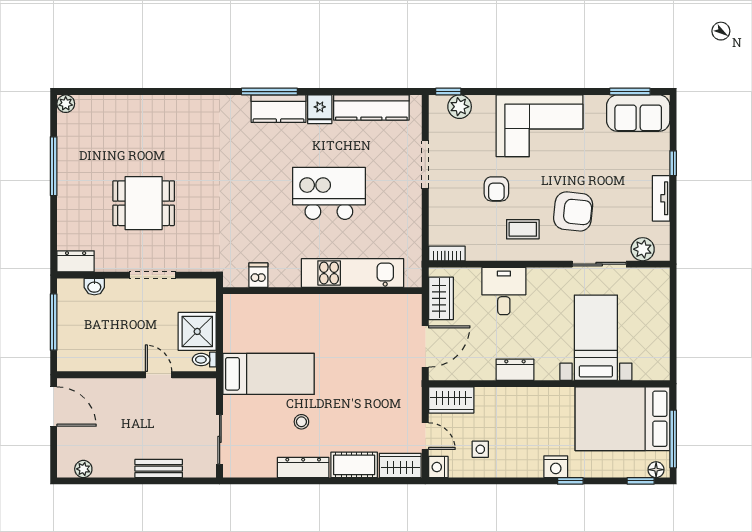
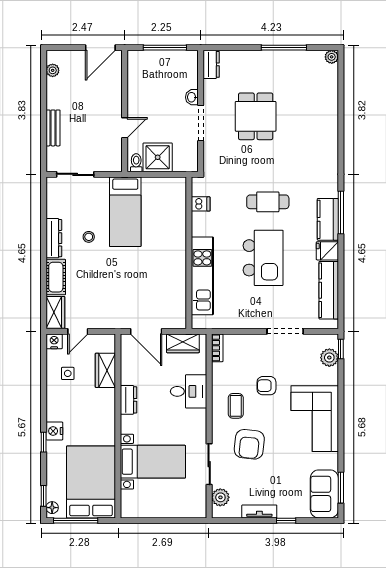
cafe table: (256, 187) -> (268, 202), added
washbasin: (94, 287) -> (192, 97), moved
wardrobe: (451, 400) -> (105, 370), moved

